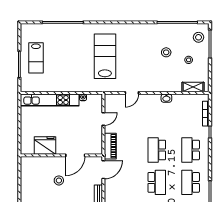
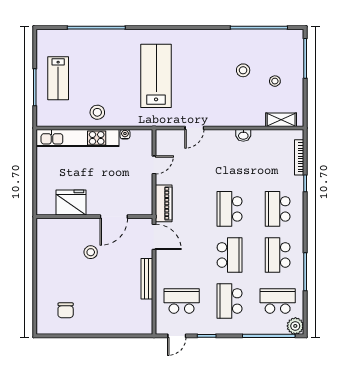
stool: (198, 37) -> (97, 112), moved
door: (103, 170) -> (154, 237), hinge flipped

